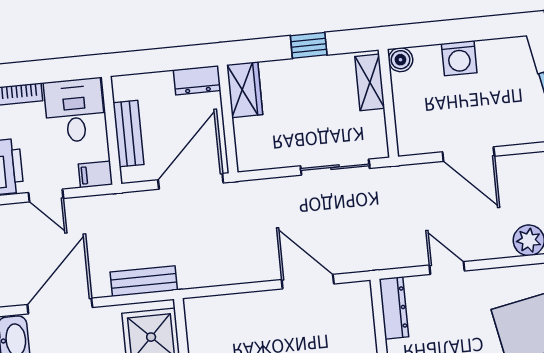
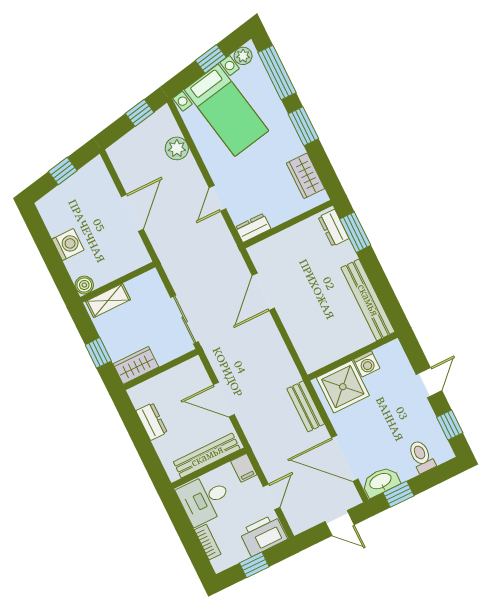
wardrobe: (245, 90) -> (136, 365), moved
wall: (228, 119) -> (161, 370), moved
bench: (128, 134) -> (207, 456), width x1.36
sliding door: (335, 167) -> (185, 320), moved
door: (191, 181) -> (224, 400), width x0.73
dresser: (394, 308) -> (253, 228), width x0.70

